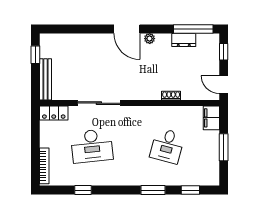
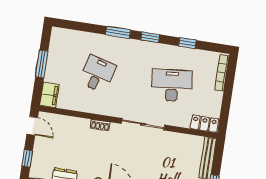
shoe rack: (171, 96) -> (100, 125), moved
sliding door: (99, 103) -> (143, 124), moved
window: (190, 190) -> (150, 37), moved

